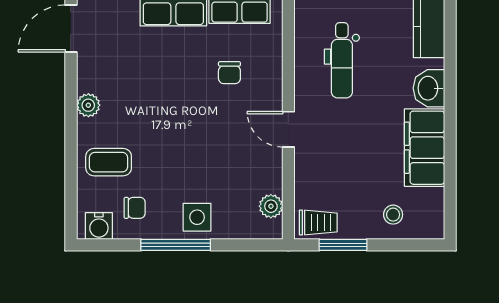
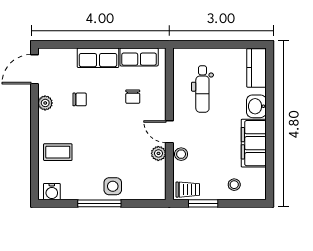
plant: (88, 105) -> (45, 103), moved
stool: (307, 165) -> (181, 154), added
plant: (271, 206) -> (158, 153), moved
chair: (135, 208) -> (80, 99), moved

